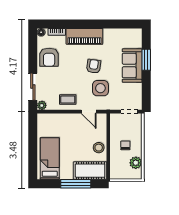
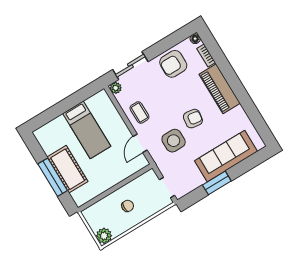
window: (146, 60) -> (217, 183), moved
sofa: (132, 66) -> (226, 156), width x1.36
stool: (99, 148) -> (107, 178), removed
bed: (50, 159) -> (87, 130), moved, turned 90
plant: (136, 163) -> (104, 236), moved
cot: (90, 171) -> (68, 169), moved

